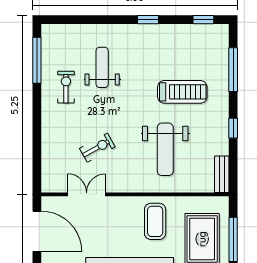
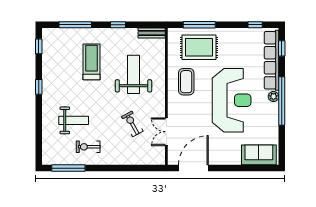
weight bench: (102, 67) -> (74, 120), turned 180
weight bench: (165, 149) -> (133, 74), turned -90
coffee table: (155, 221) -> (186, 82), turned 90

